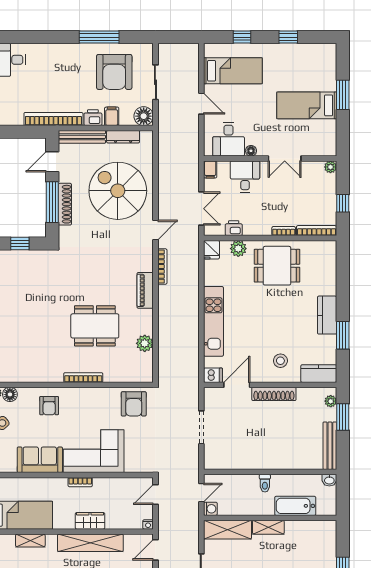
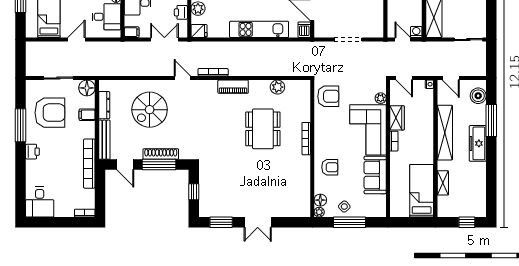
printer: (93, 118) -> (32, 152), moved, turned 180
spiral stairs: (118, 191) -> (150, 110), width x0.73, depth x0.73
plant: (131, 466) -> (381, 98), added
wardrobe: (90, 521) -> (397, 118), moved, turned 180

